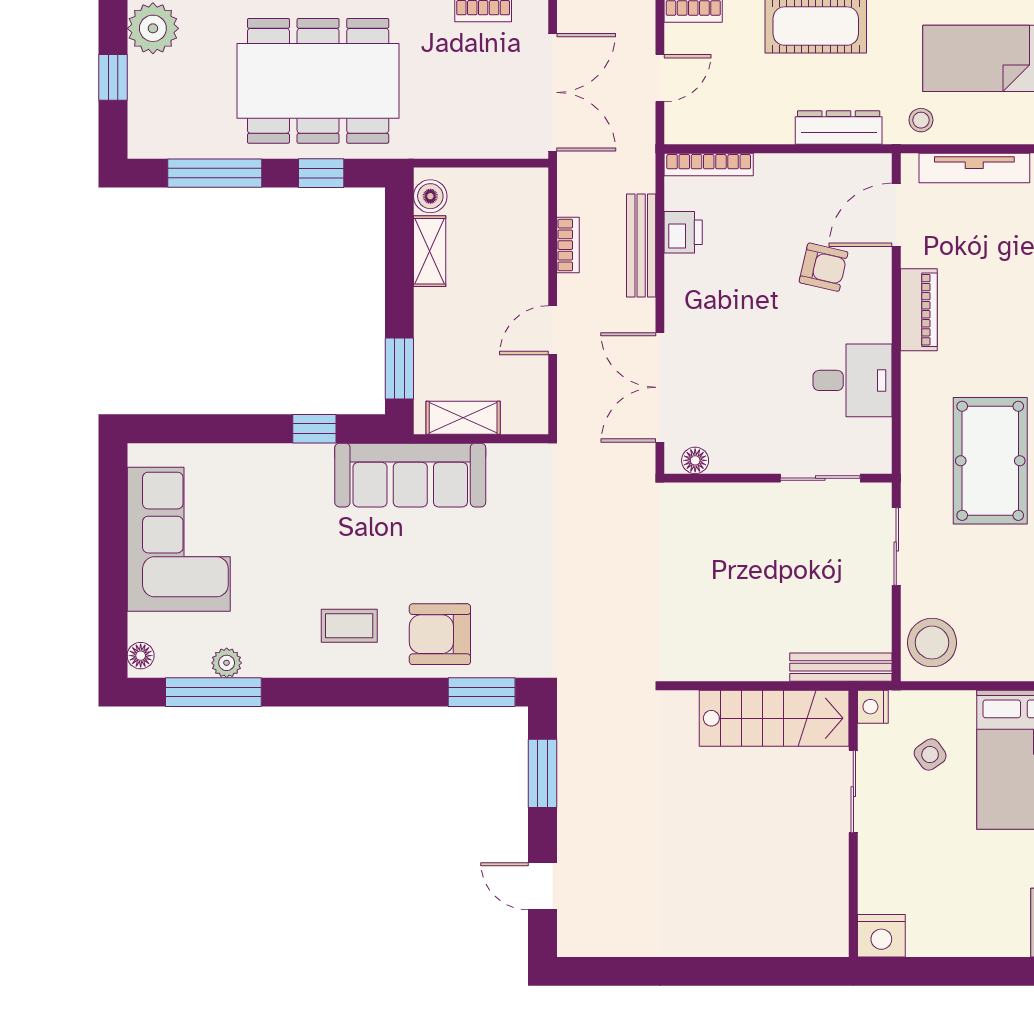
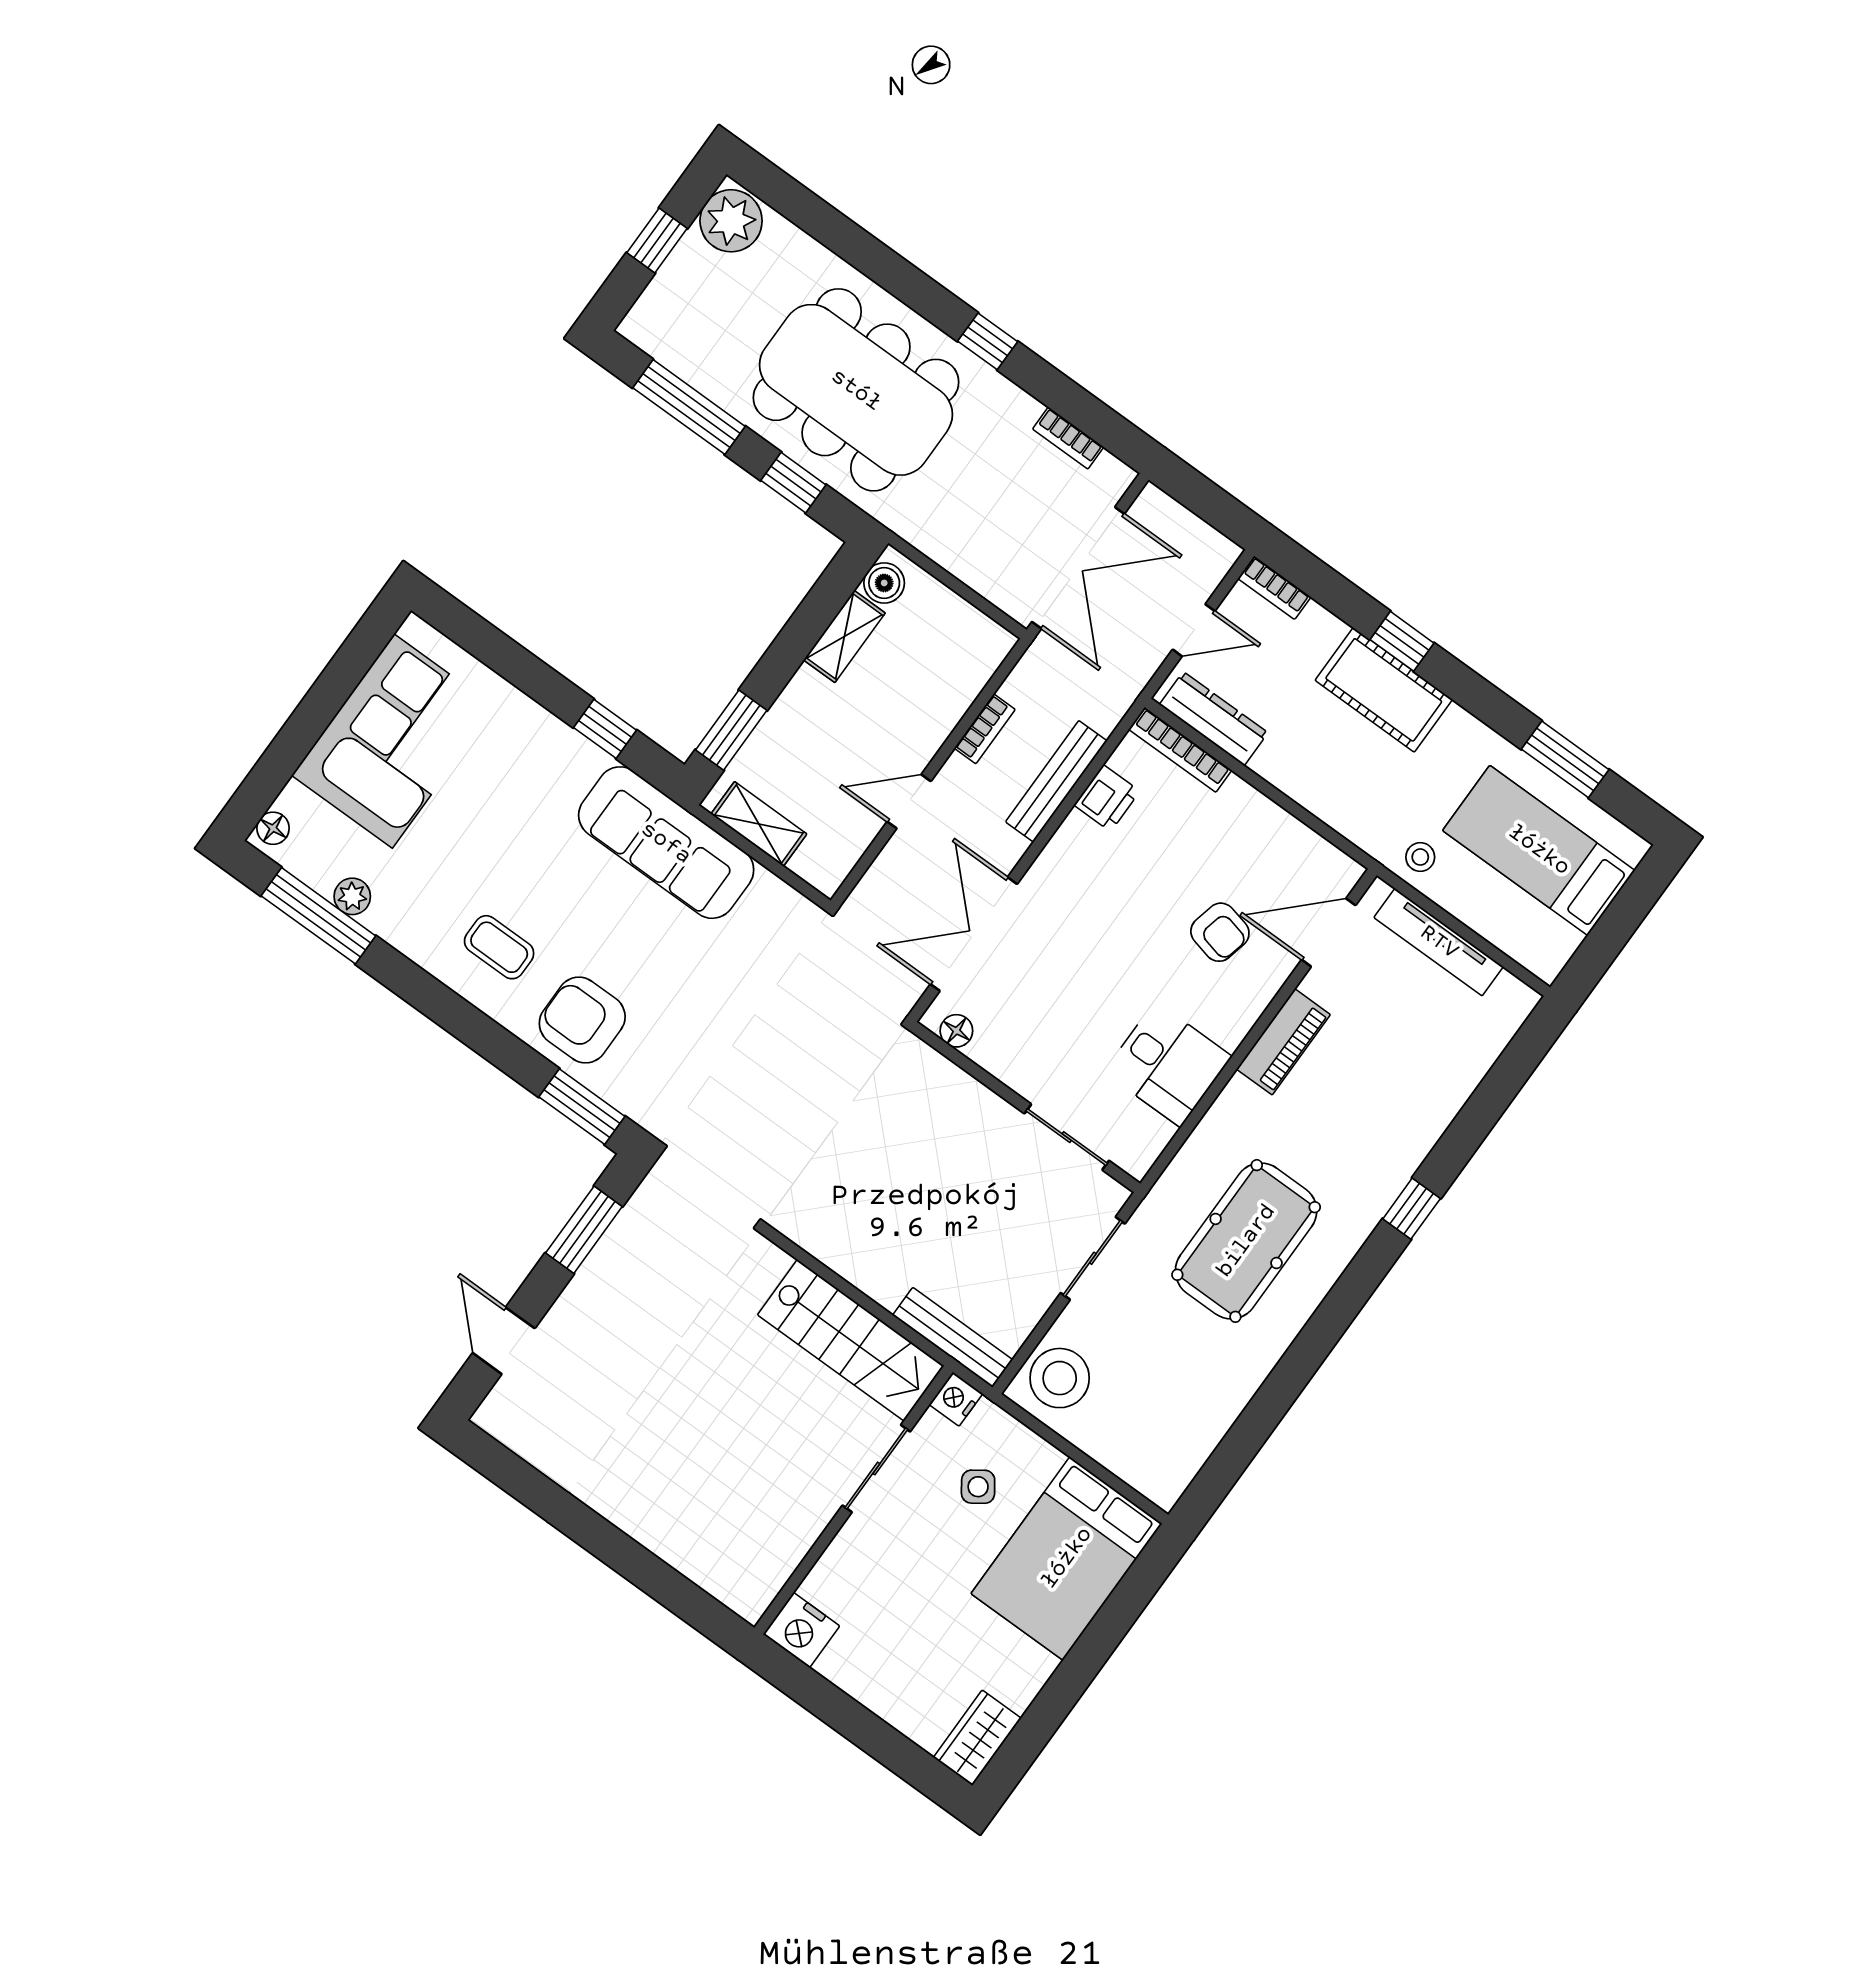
dresser: (839, 128) -> (1214, 719), moved

